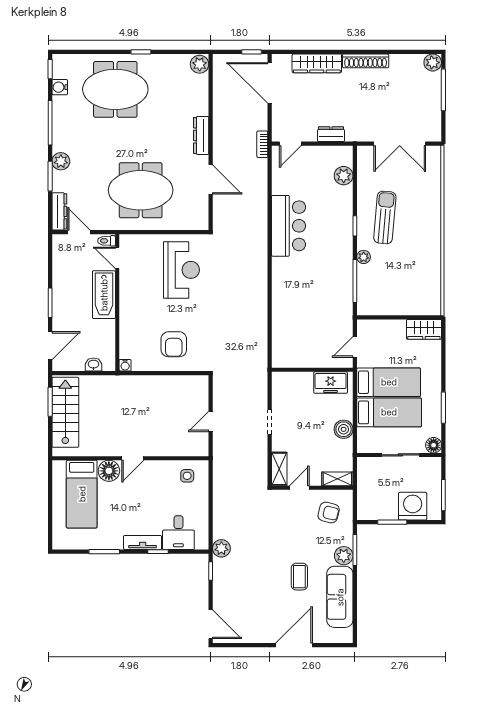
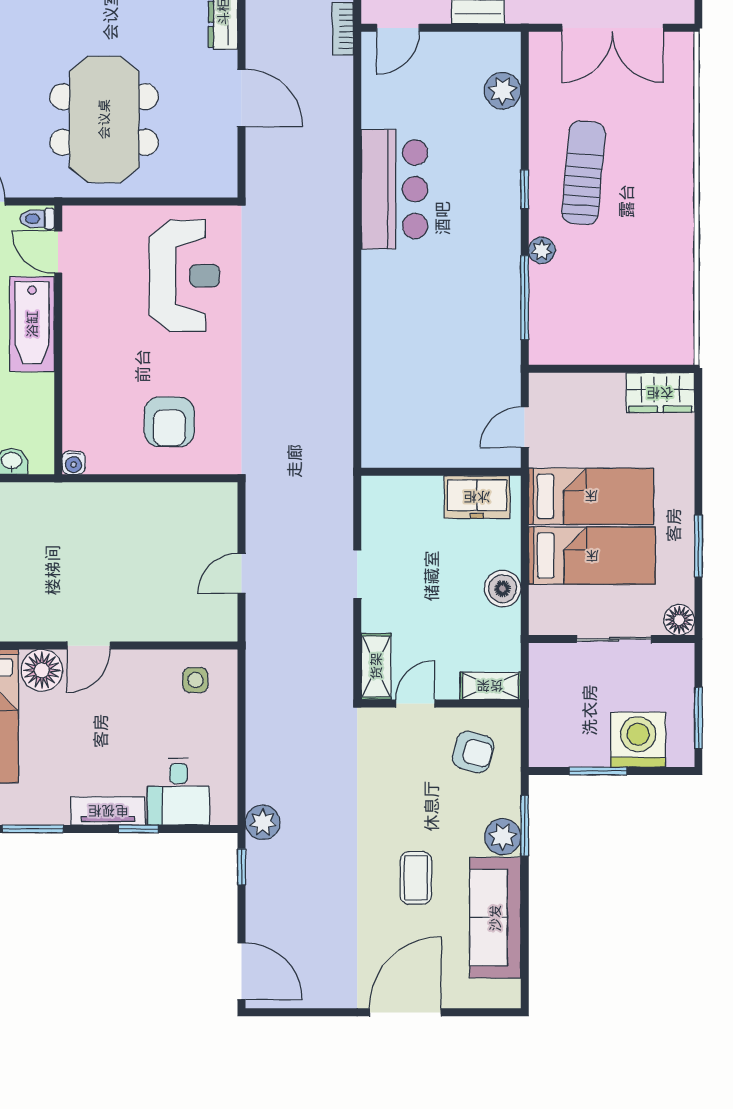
meeting table: (141, 190) -> (104, 119), turned 90

